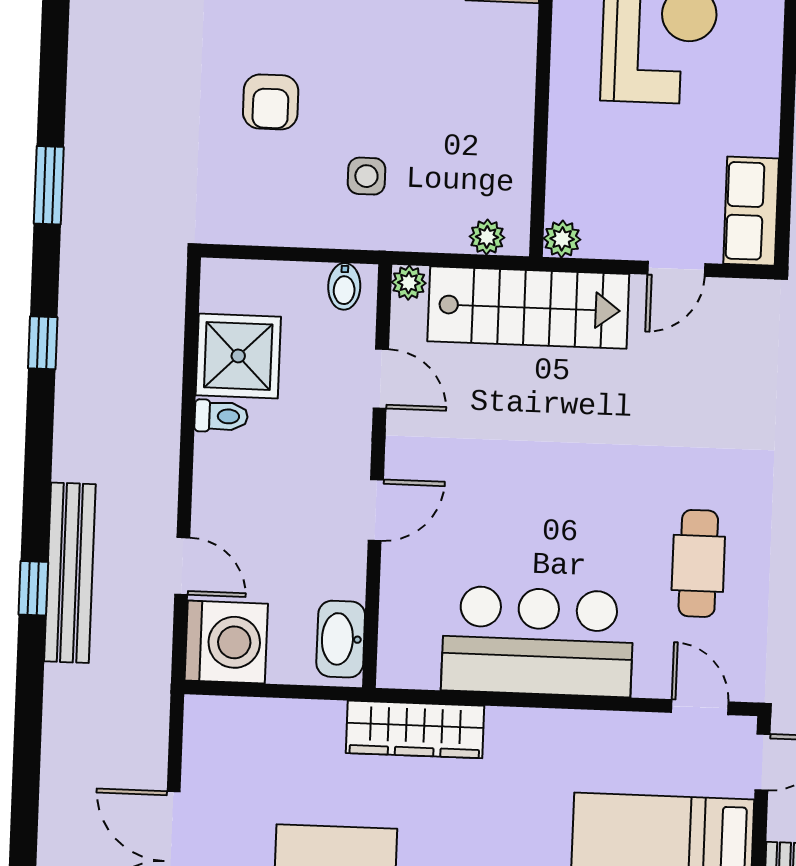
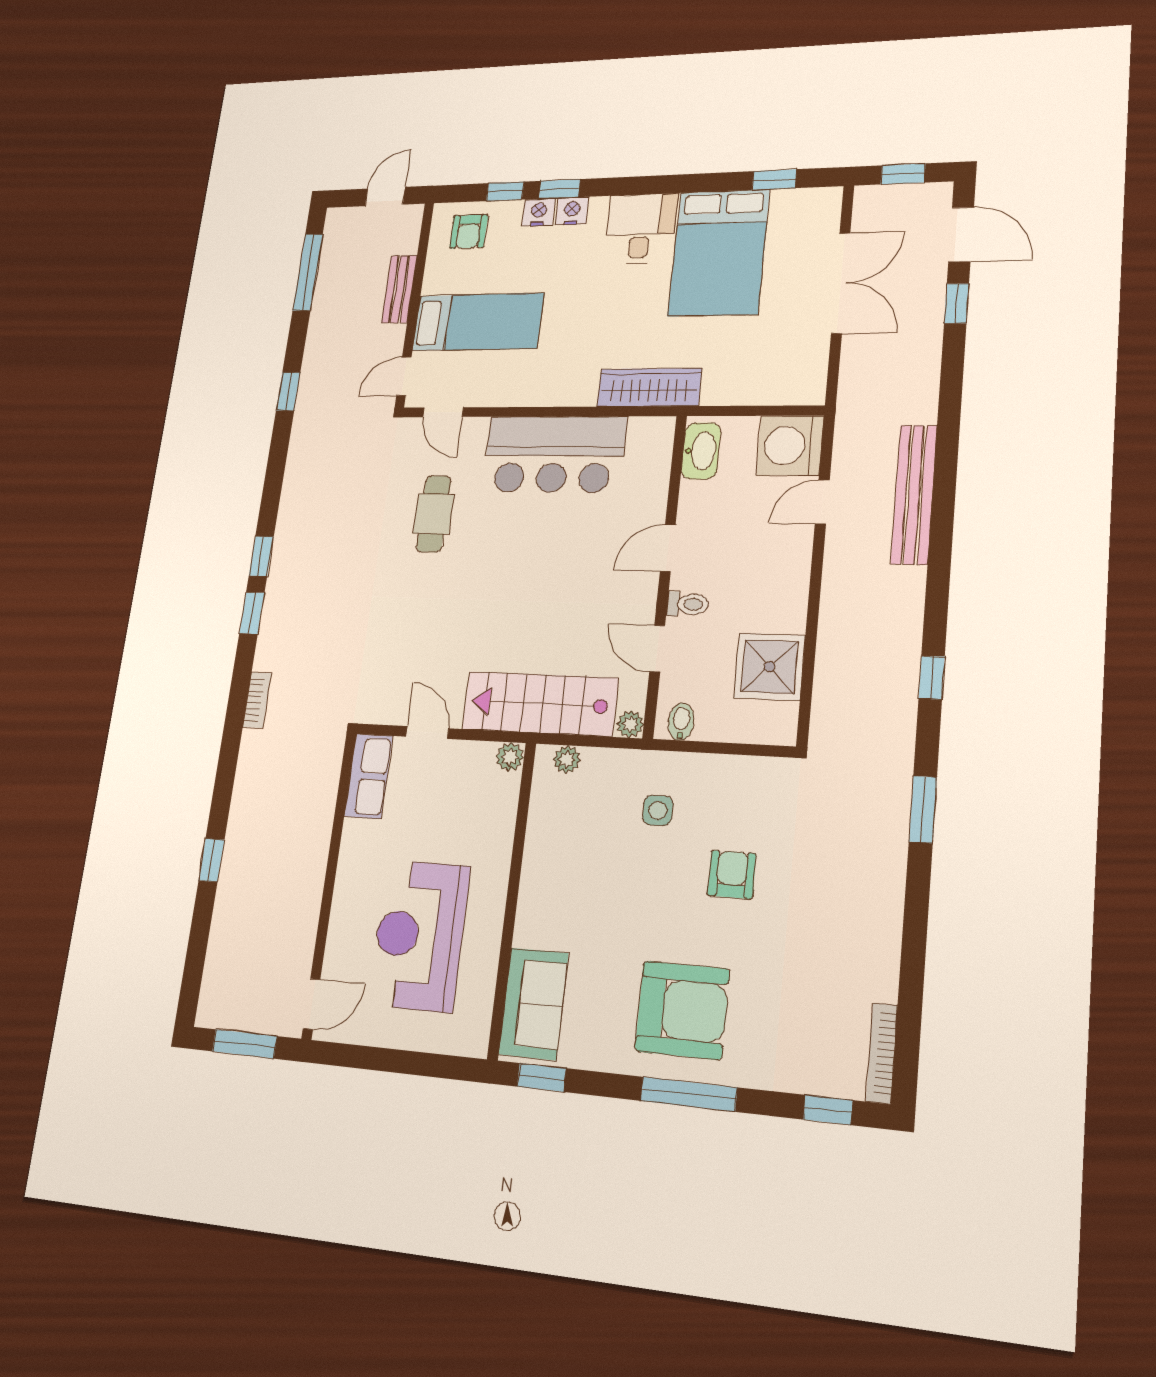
door: (676, 269) -> (427, 733), hinge flipped
toilet: (221, 416) -> (688, 604), moved, turned 180
door: (182, 566) -> (822, 502), hinge flipped
window: (33, 588) -> (957, 303), moved

